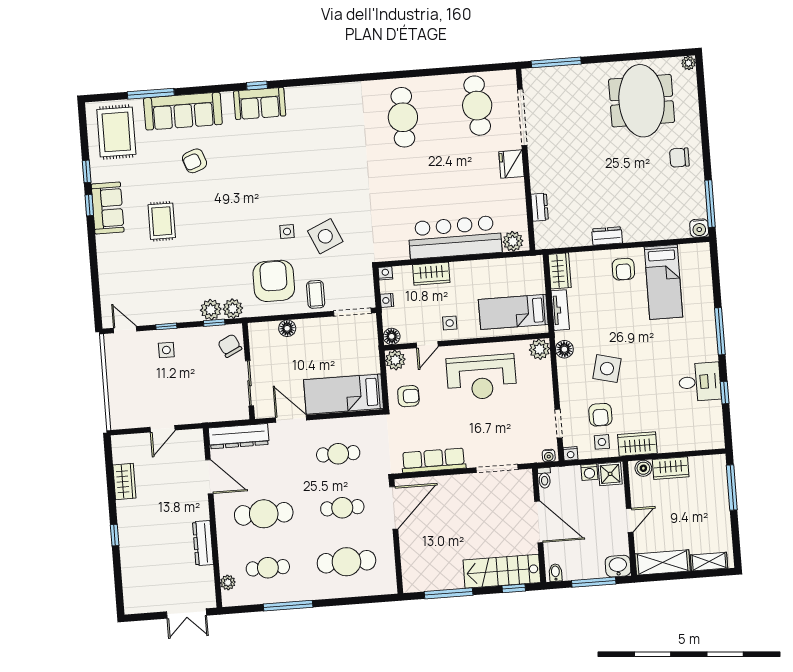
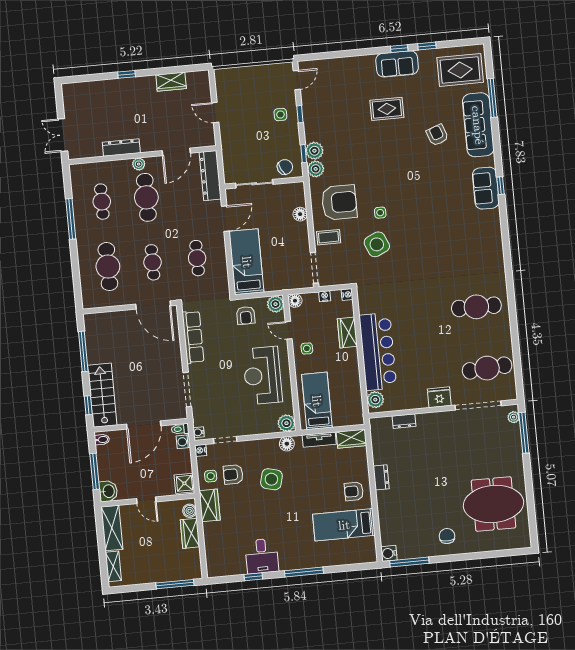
plant: (689, 63) -> (514, 417), moved
washing machine: (589, 472) -> (183, 442), moved
plant: (228, 582) -> (139, 164), moved

